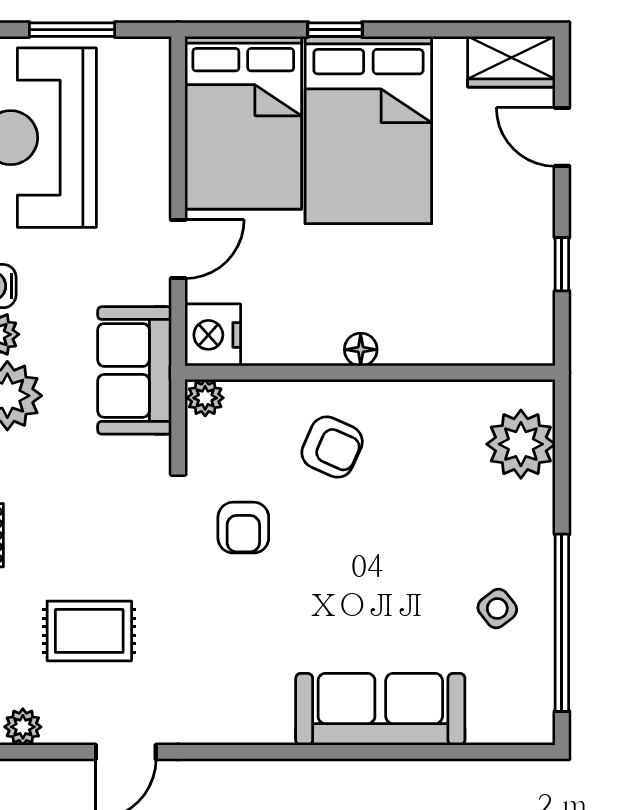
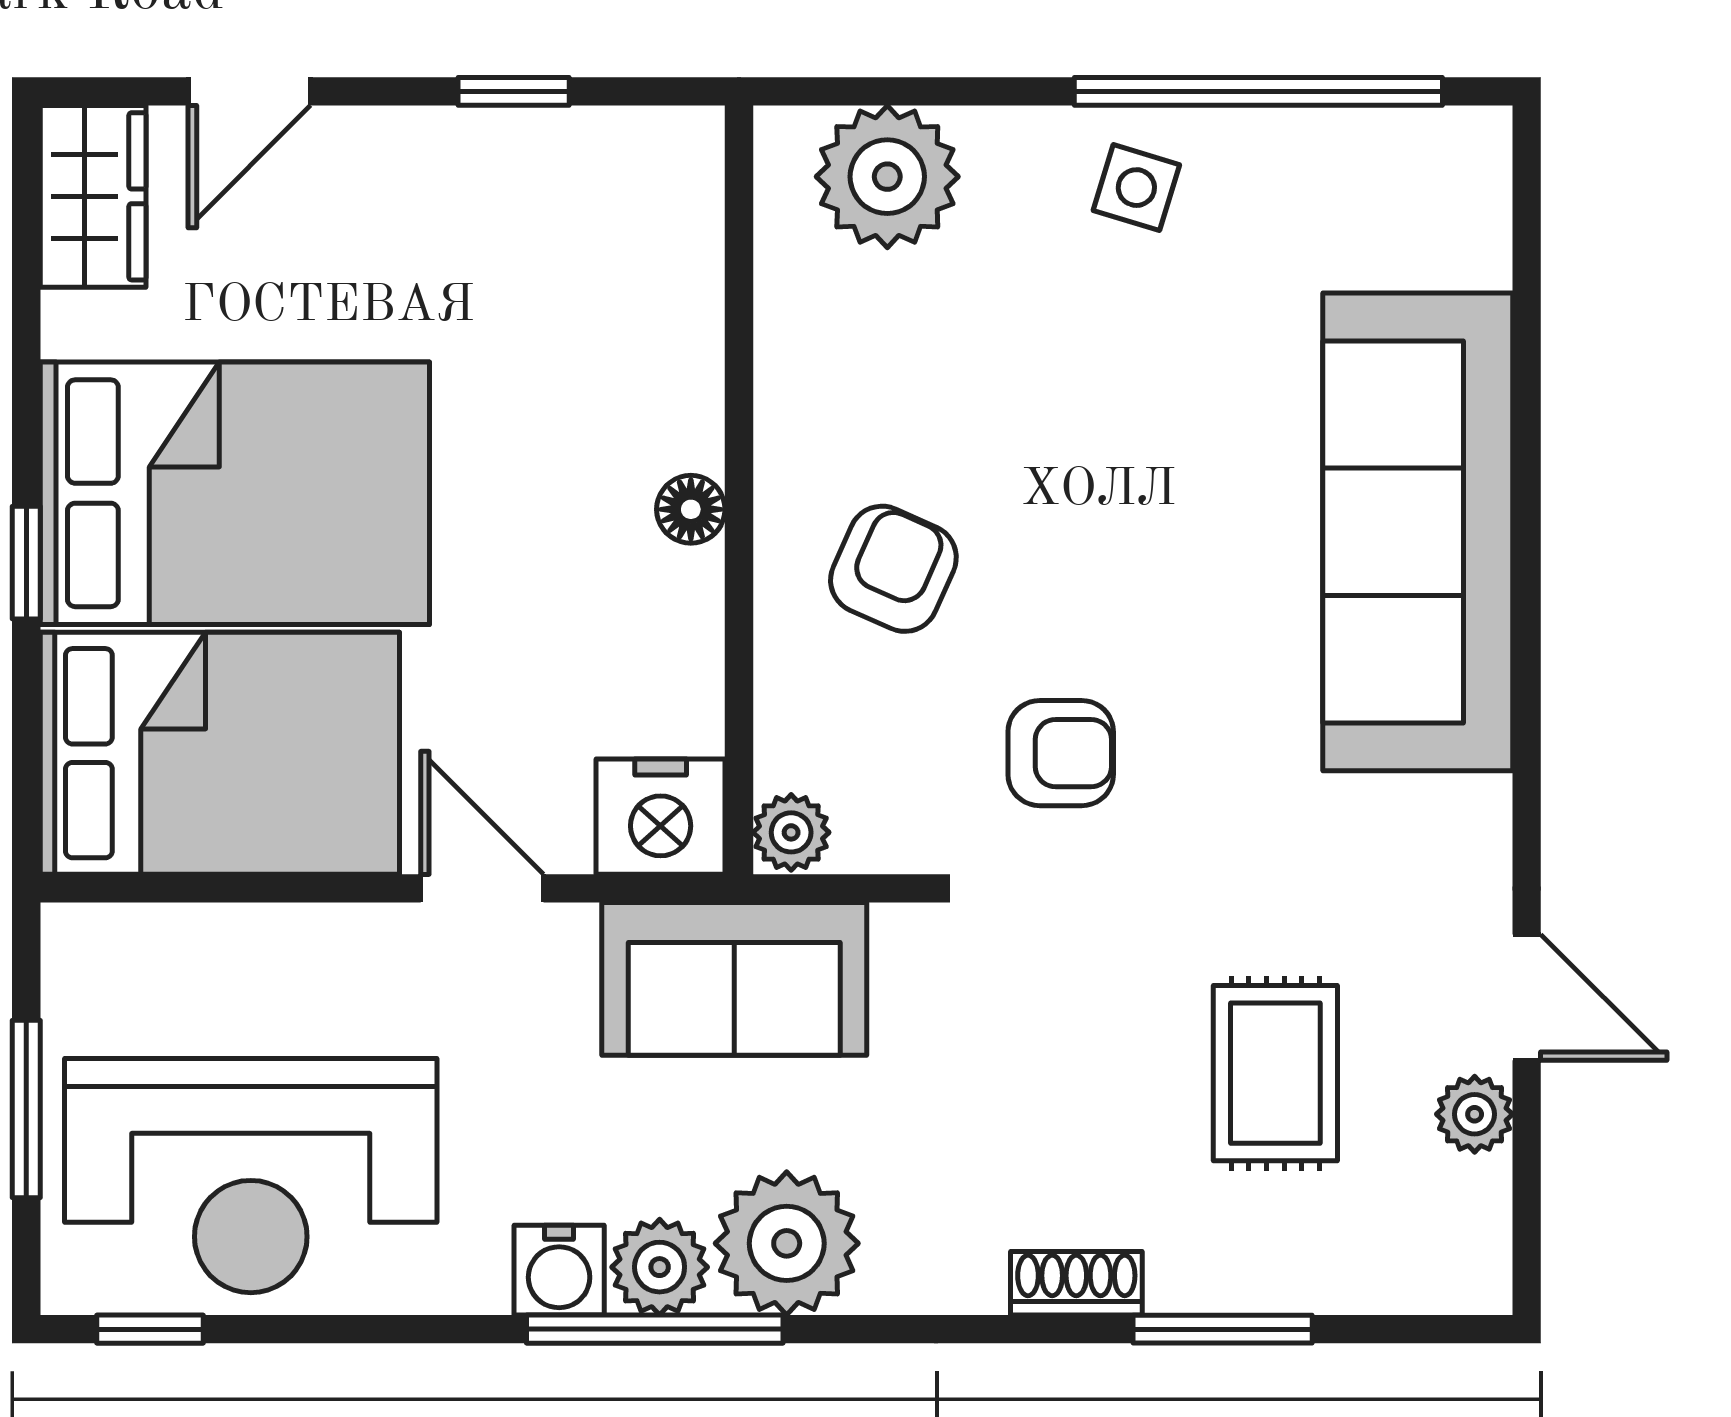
side table: (497, 608) -> (1136, 188), moved, turned -35
sofa: (380, 709) -> (1418, 532), width x1.36, depth x1.27
plant: (23, 727) -> (1475, 1114), moved

